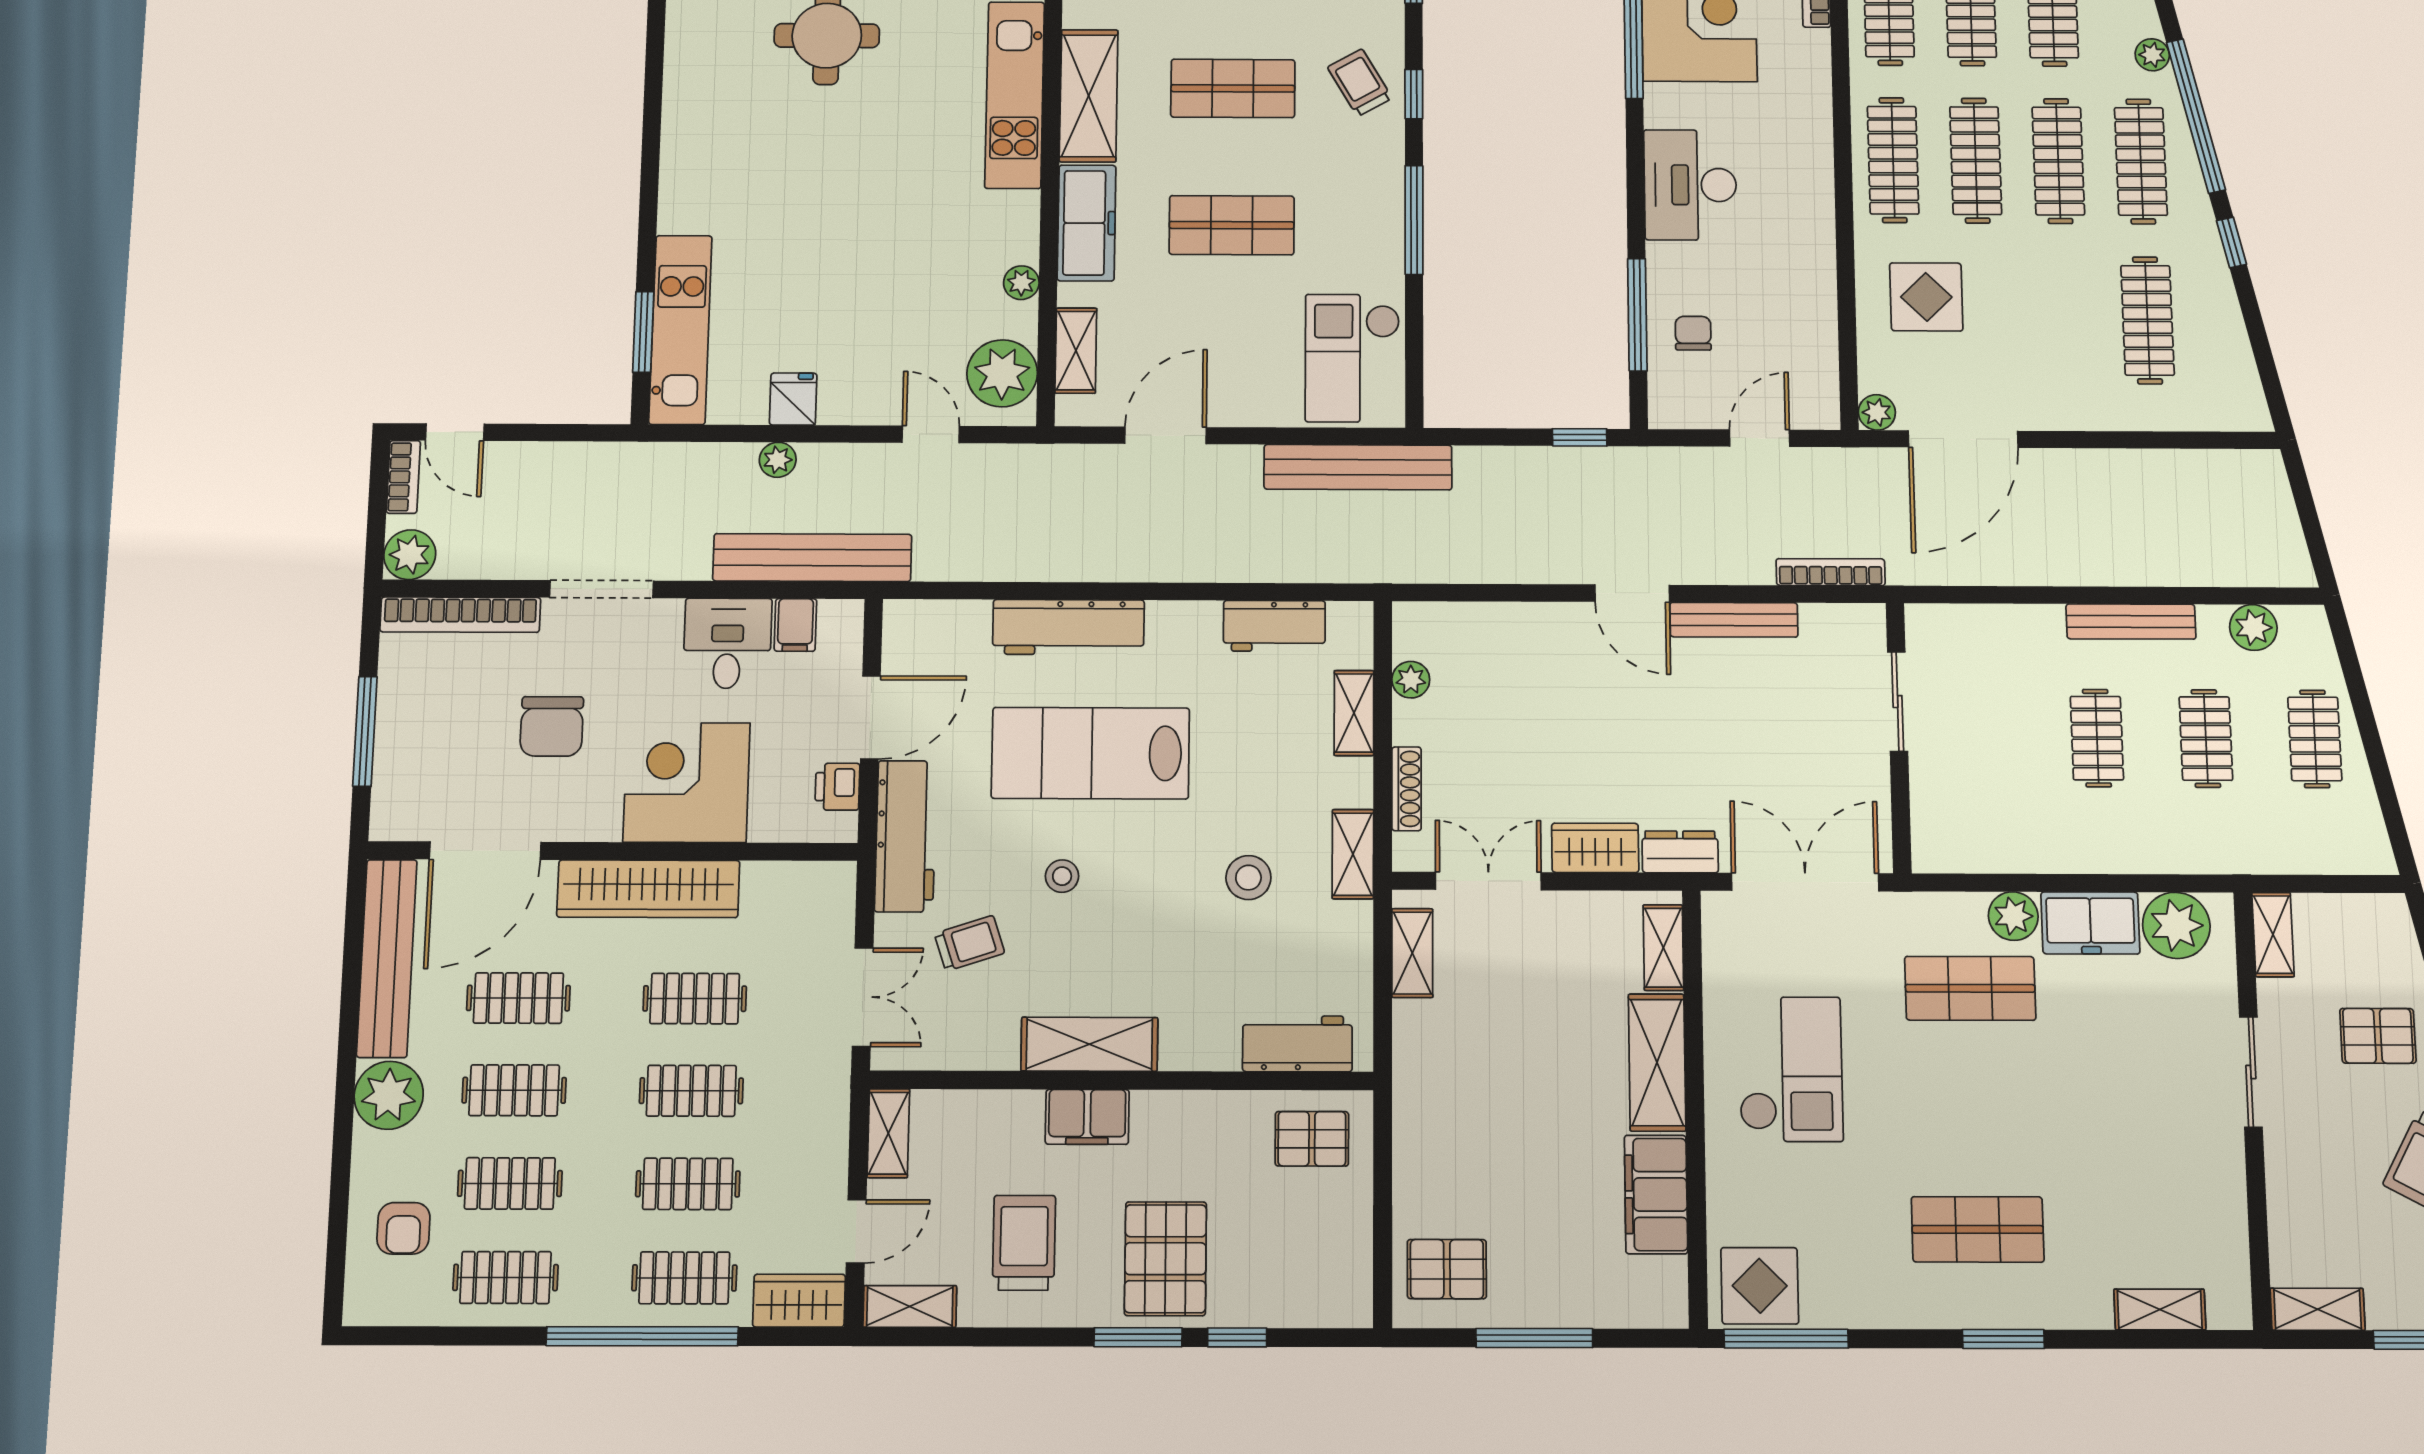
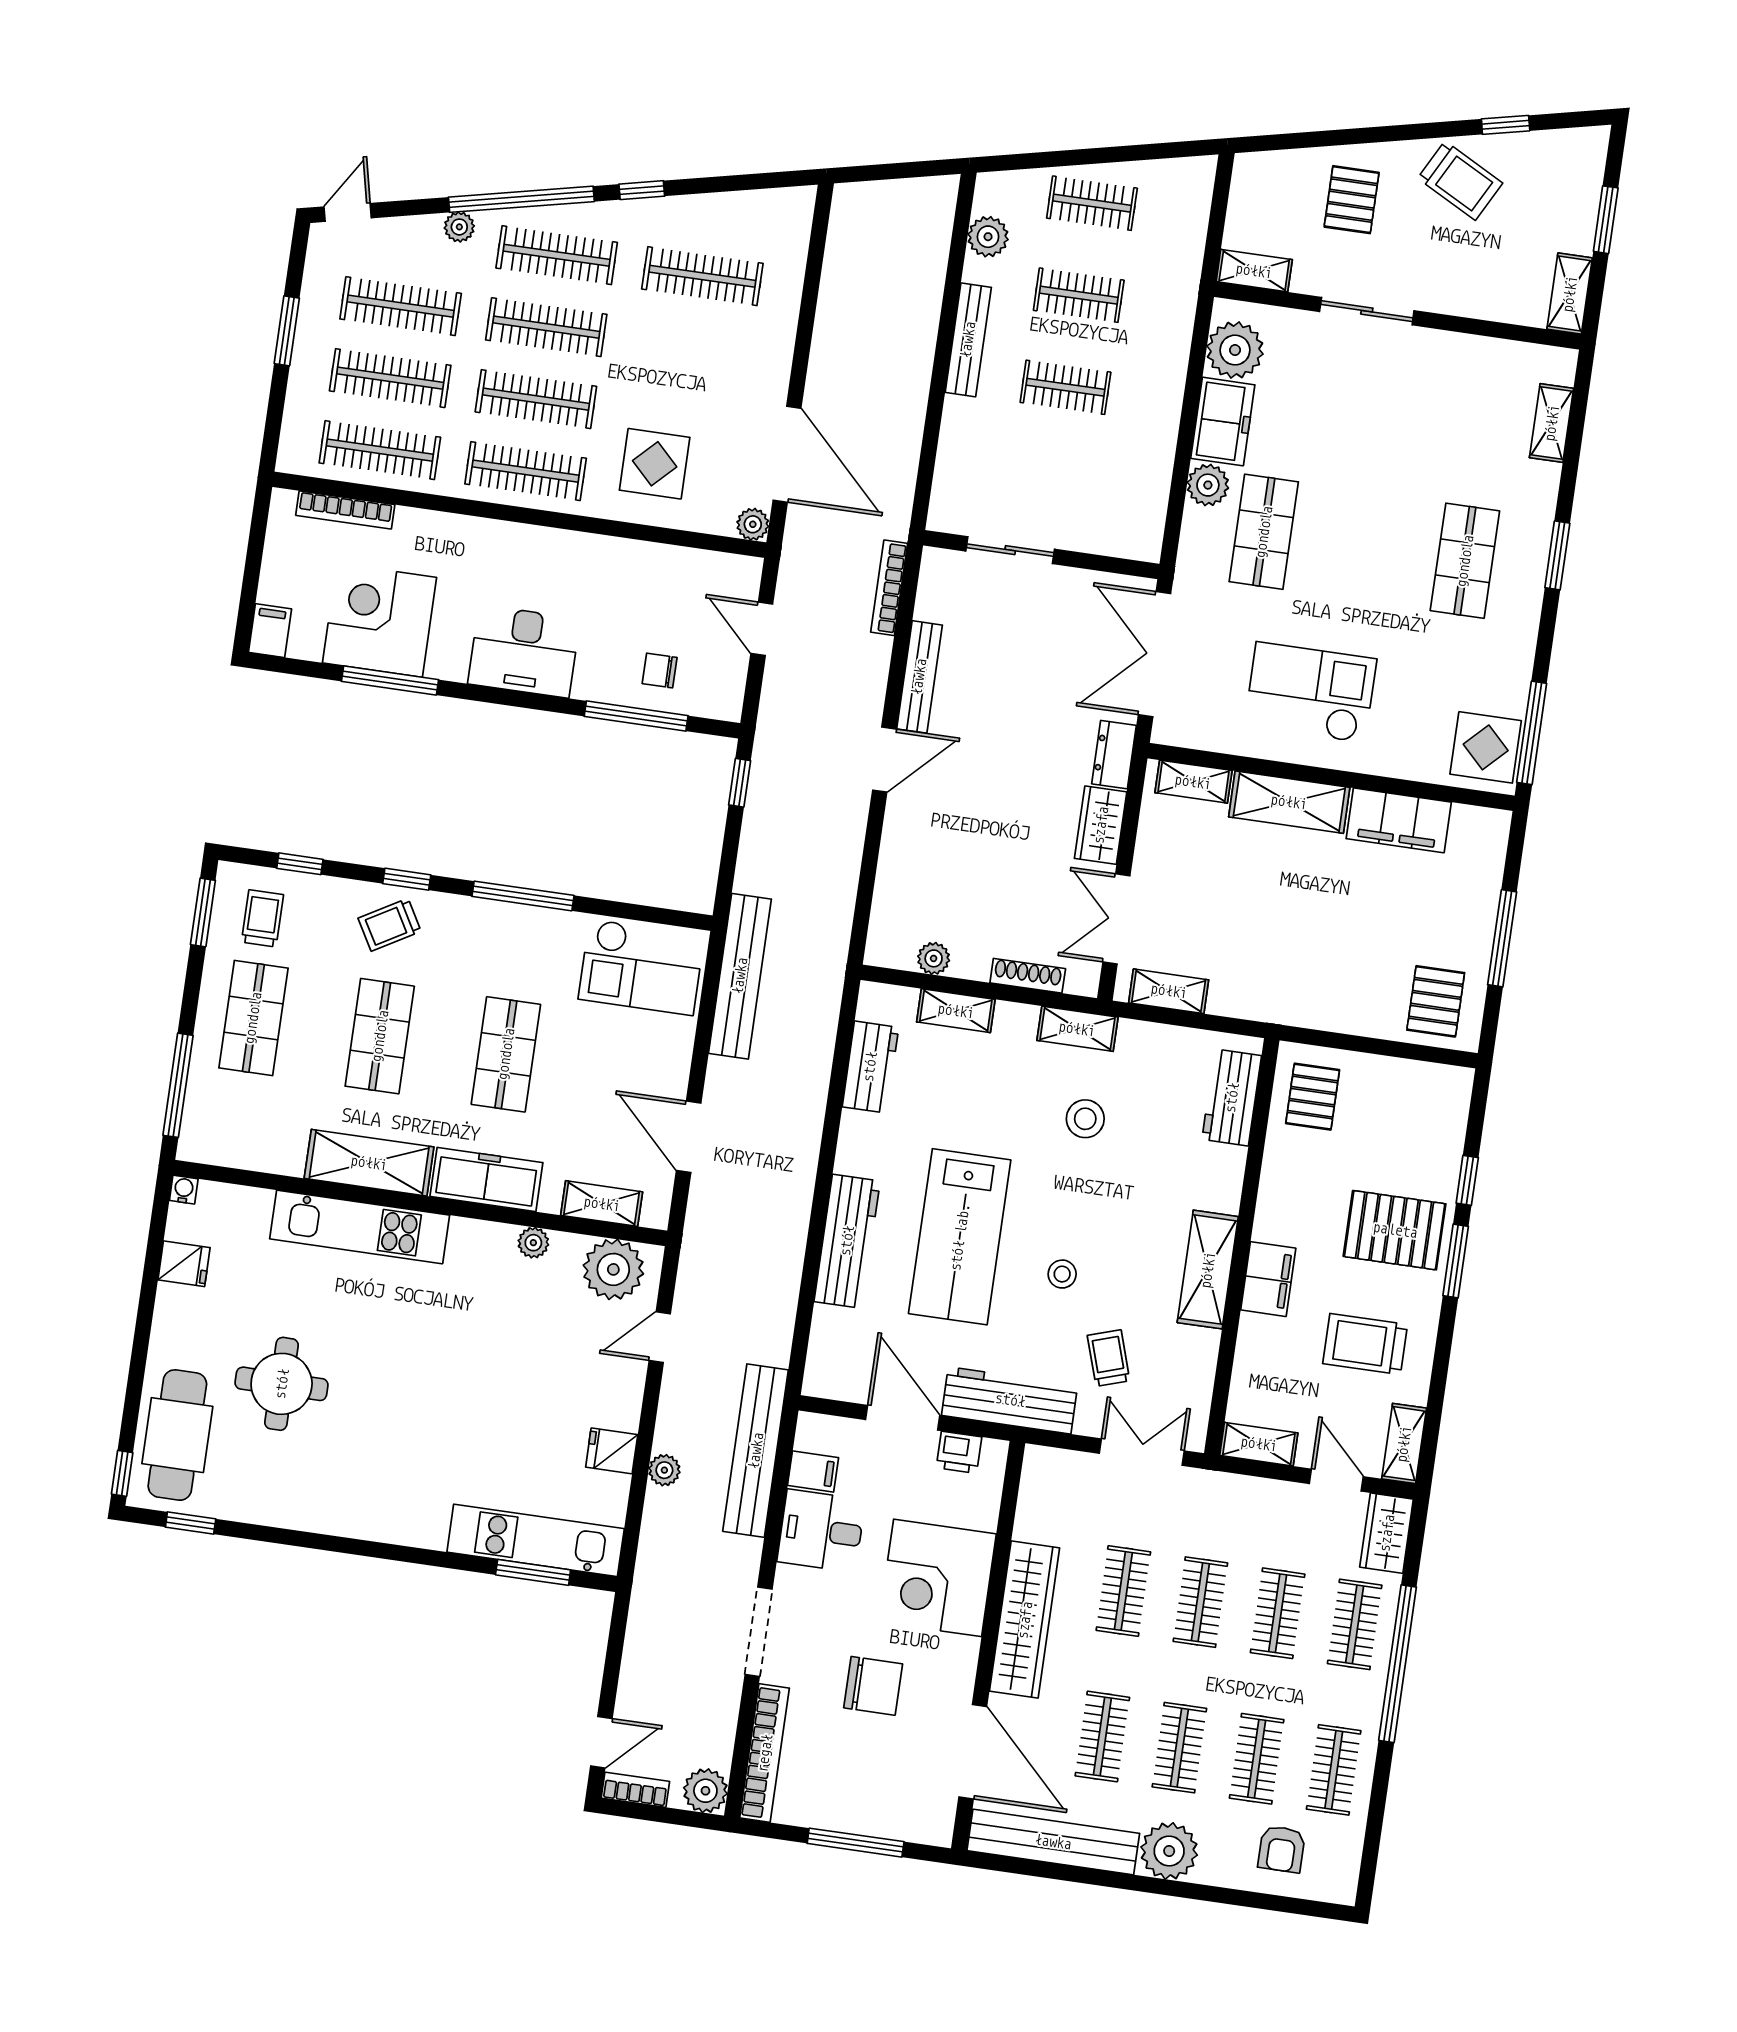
armchair: (403, 1228) -> (1281, 1849), turned 90

